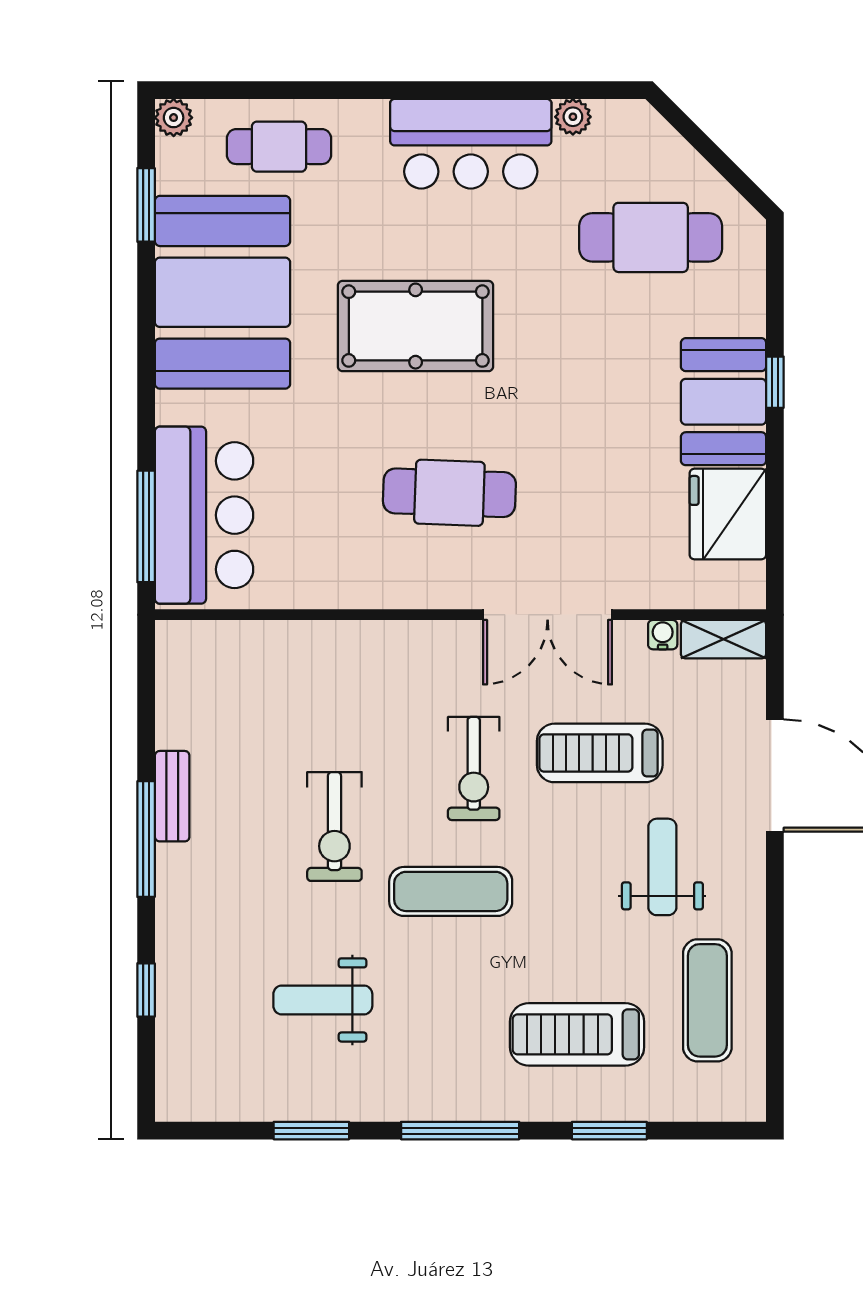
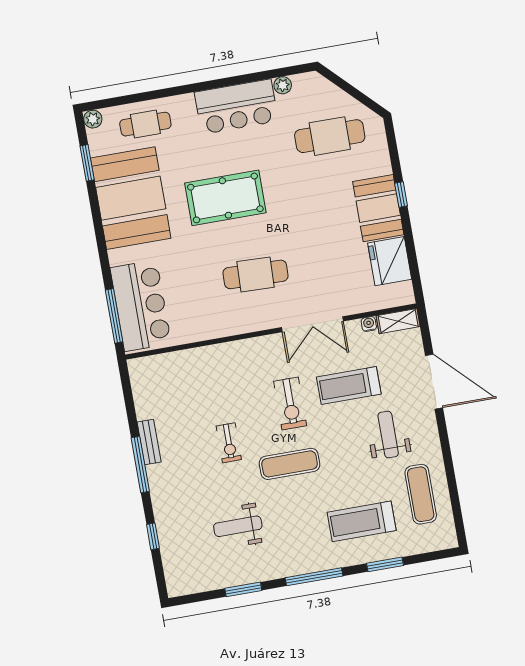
exercise bike: (334, 827) -> (229, 443), width x0.73, depth x0.72

